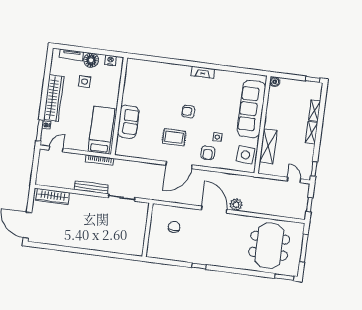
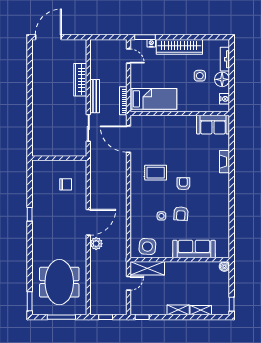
fireplace: (203, 72) -> (225, 162), moved
sofa: (251, 109) -> (194, 249), width x0.74, depth x0.79
sofa: (128, 122) -> (213, 125), moved
rug: (174, 137) -> (156, 173), turned 90
shelving: (268, 146) -> (147, 268), moved
armchair: (208, 153) -> (181, 214), moved, turned -86
door: (179, 165) -> (128, 139), moved
door: (294, 180) -> (128, 283), moved
wardrobe: (53, 197) -> (80, 80), moved
meeting table: (269, 246) -> (59, 282), turned 90

